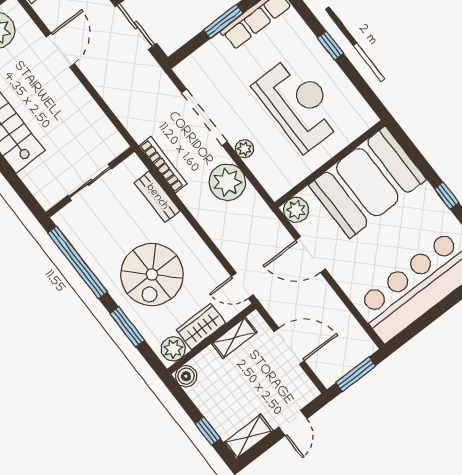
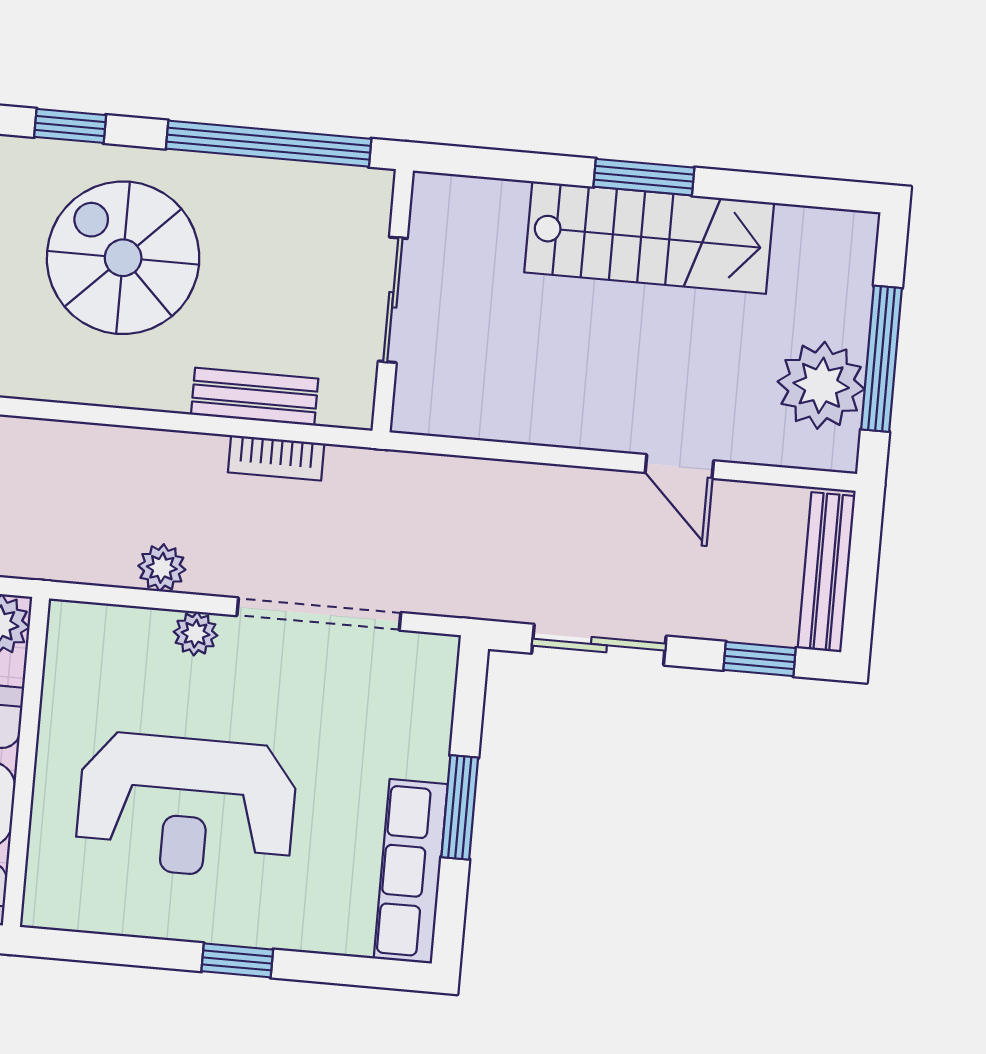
door: (60, 50) -> (679, 467), width x0.73
bookcase: (163, 165) -> (276, 458), width x0.64
plant: (227, 182) -> (162, 568), width x0.53, depth x0.53
window: (127, 327) -> (70, 126), width x0.67

